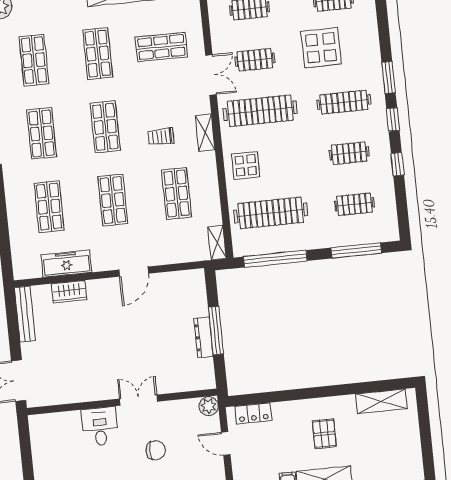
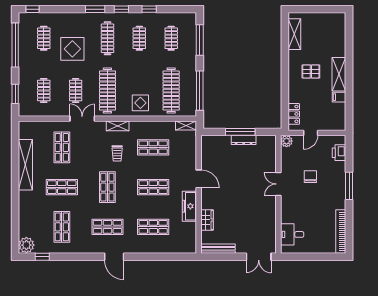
shop shelf: (34, 60) -> (62, 227), turned 90
shop shelf: (105, 127) -> (107, 187), turned 90
freezer: (66, 264) -> (189, 206), moved
desk: (100, 426) -> (292, 234), moved

